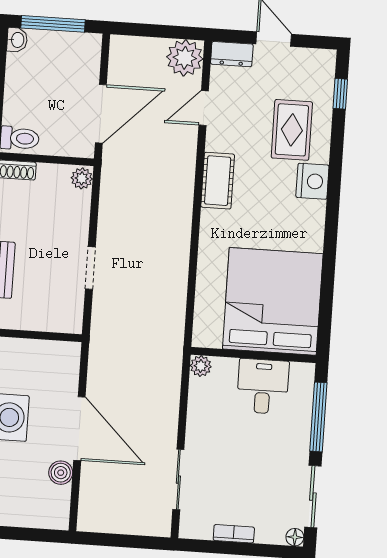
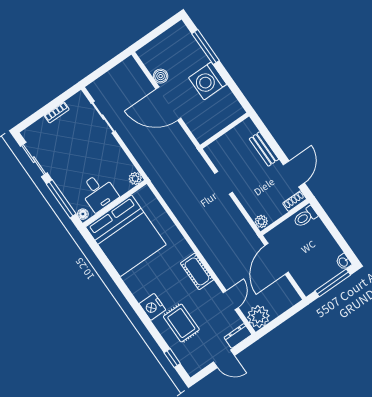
floor lamp: (295, 537) -> (83, 214), moved

